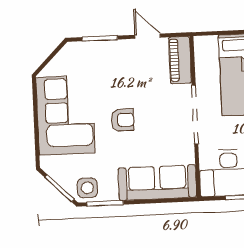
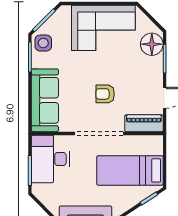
floor lamp: (83, 55) -> (152, 44), added
armchair: (123, 120) -> (105, 94), moved, turned 90

